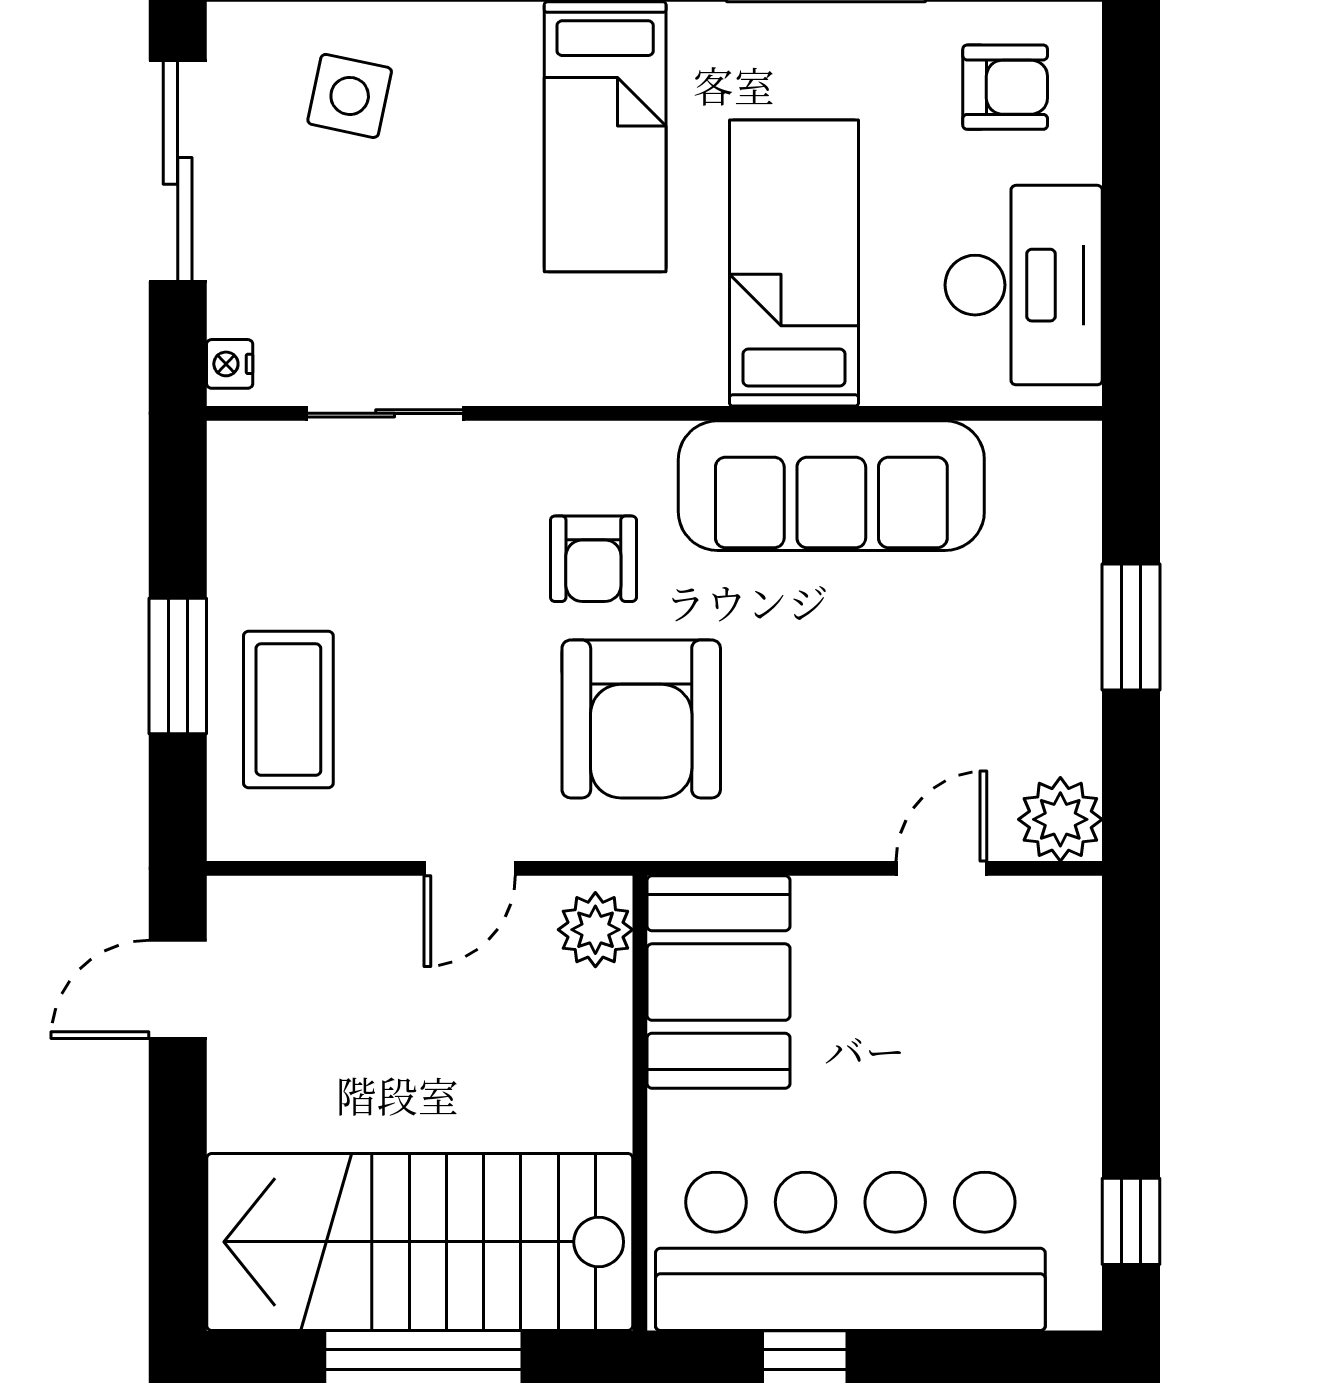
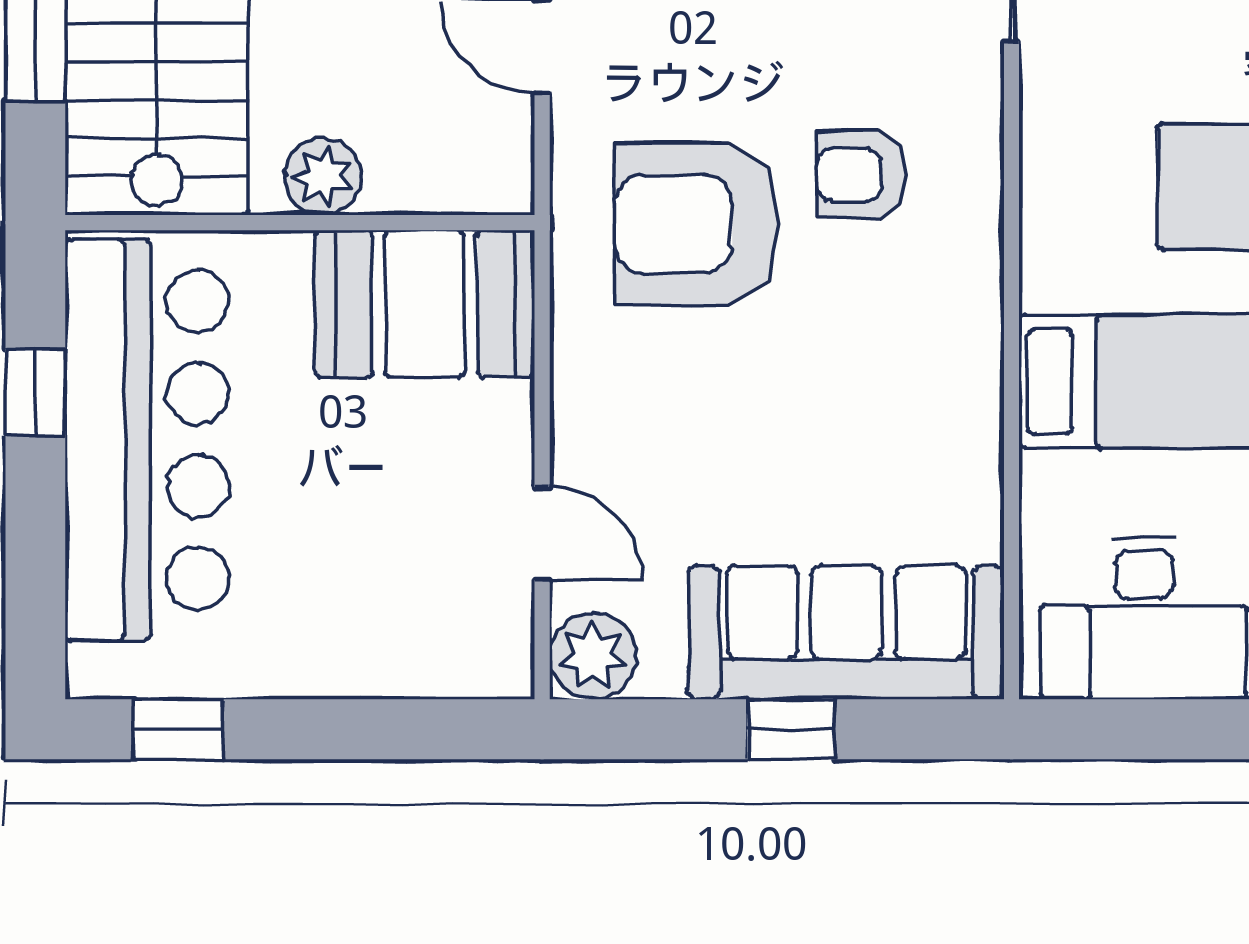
sofa: (831, 486) -> (846, 632), moved, turned 90
window: (1131, 627) -> (791, 729), width x0.67
plant: (595, 930) -> (323, 177), moved

